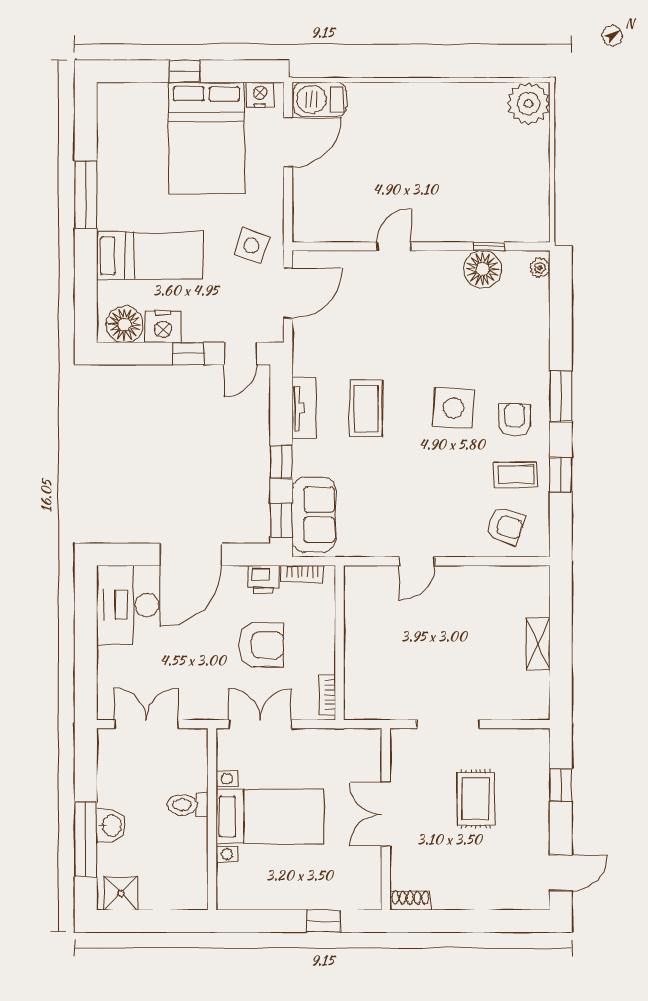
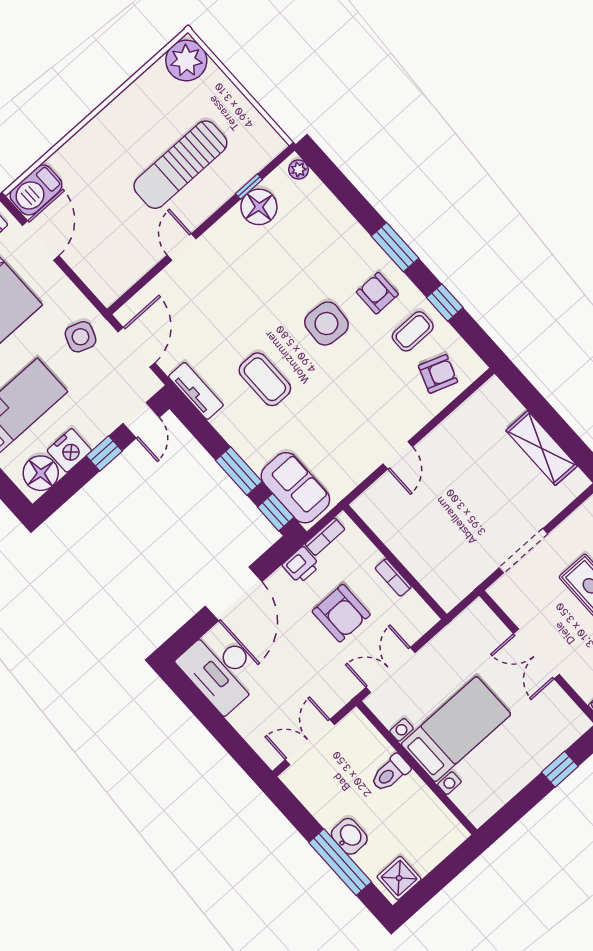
sun lounger: (451, 181) -> (180, 165), added
tv unit: (304, 408) -> (196, 391), moved
window: (281, 462) -> (239, 471), width x1.50
shelving: (538, 644) -> (542, 448), width x1.50, depth x1.33
armchair: (262, 645) -> (341, 613), turned 90
bookcase: (327, 695) -> (393, 577), moved

